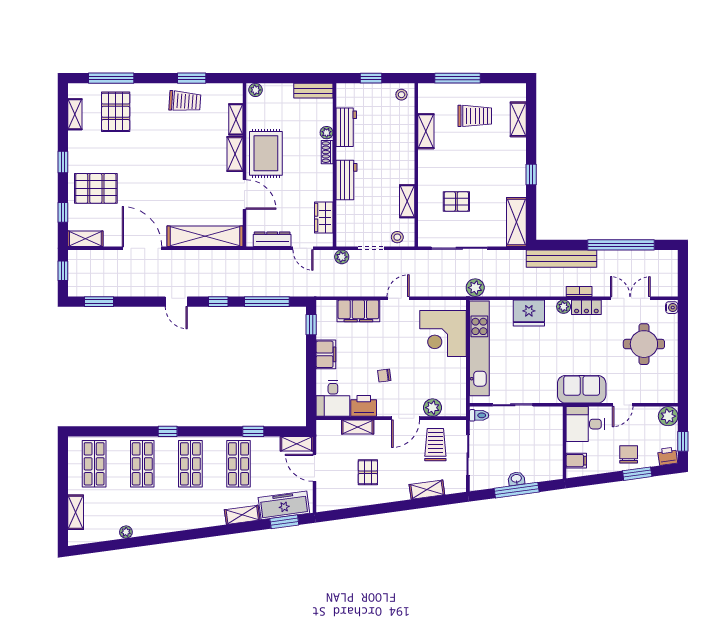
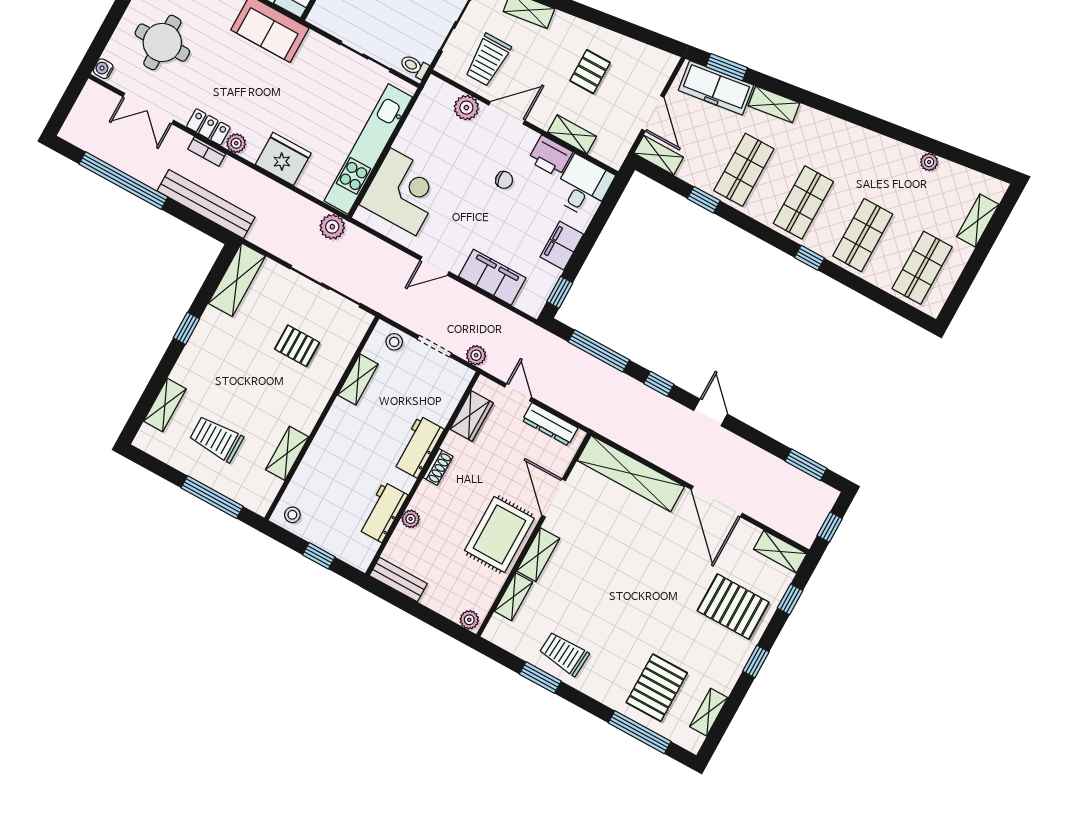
shoe rack: (327, 152) -> (438, 467), moved

